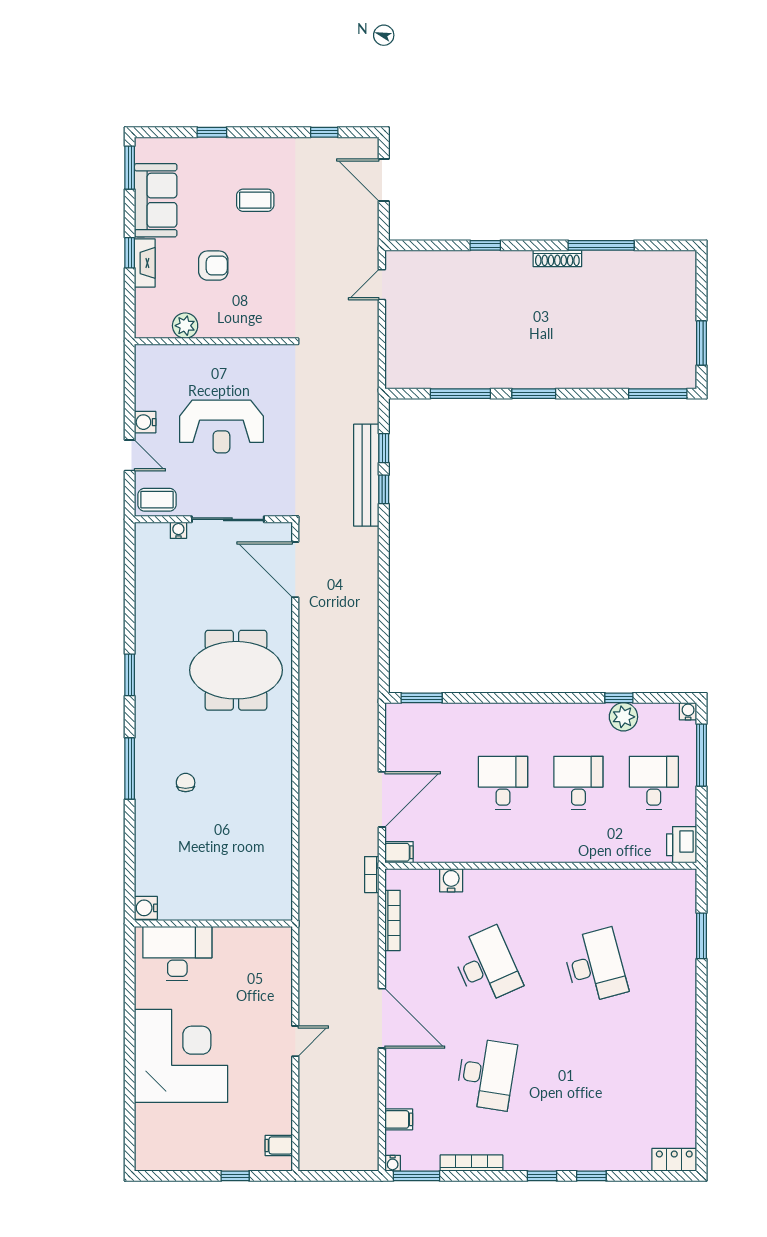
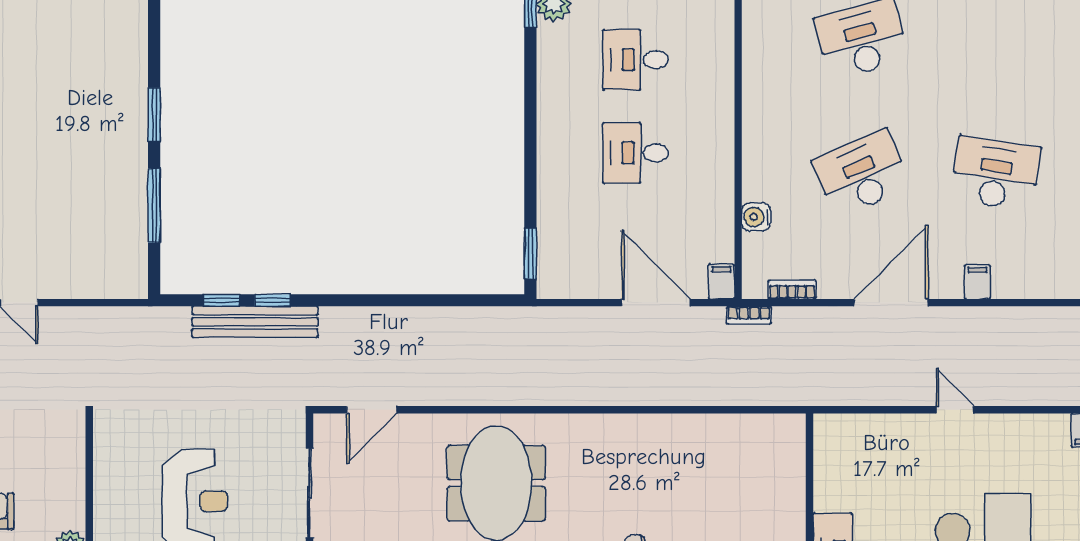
door: (295, 570) -> (372, 410), width x0.73
bookcase: (392, 920) -> (792, 290), width x0.64
door: (382, 1018) -> (891, 303), moved
filing cabinet: (399, 1119) -> (977, 282), moved

